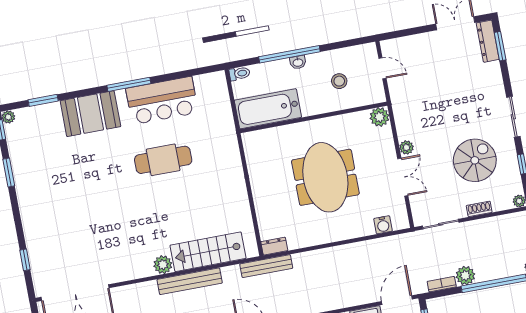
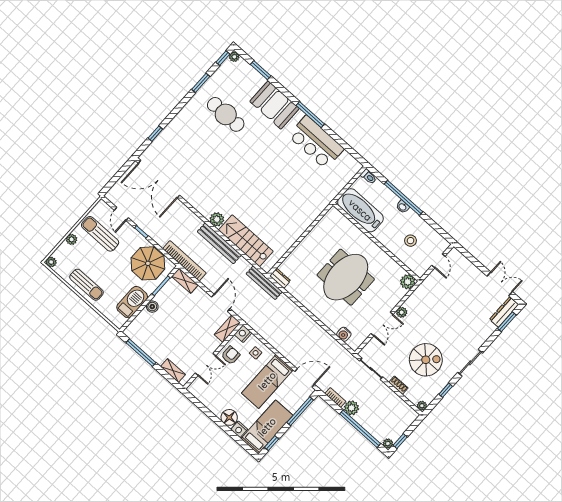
cafe table: (163, 160) -> (226, 114), moved

